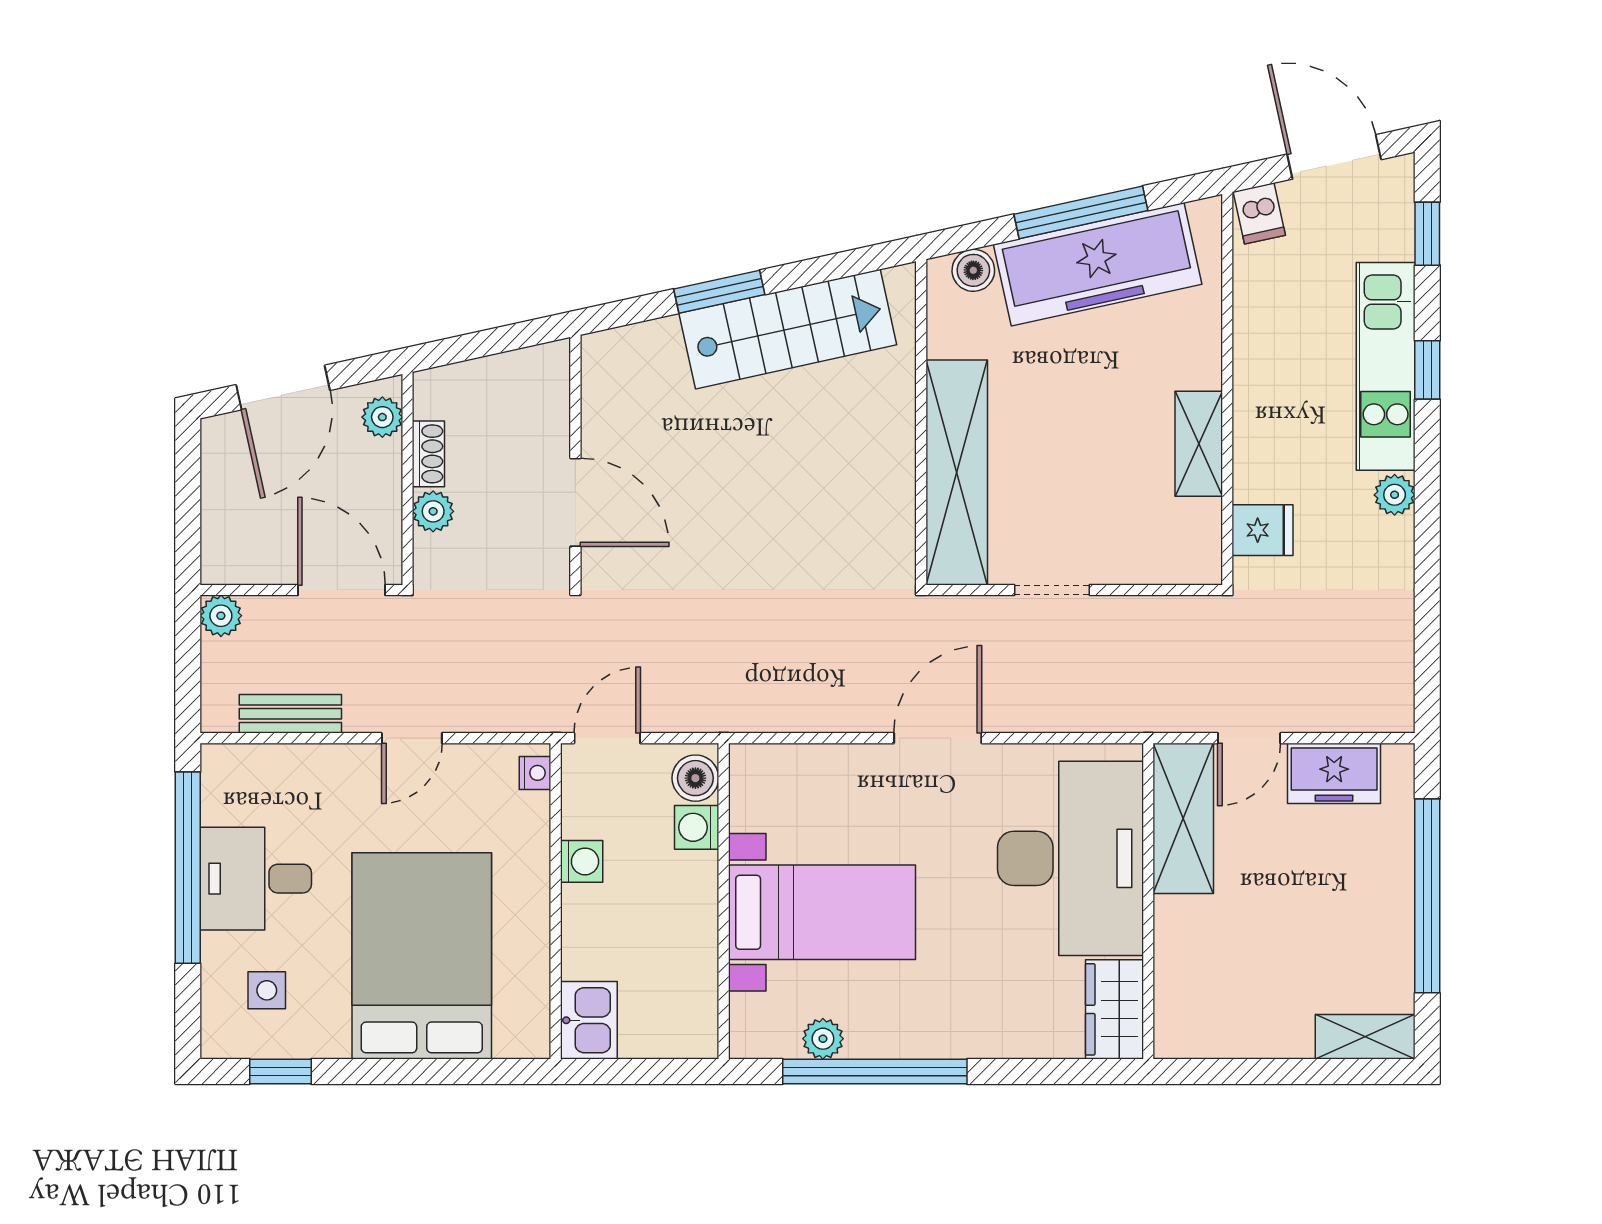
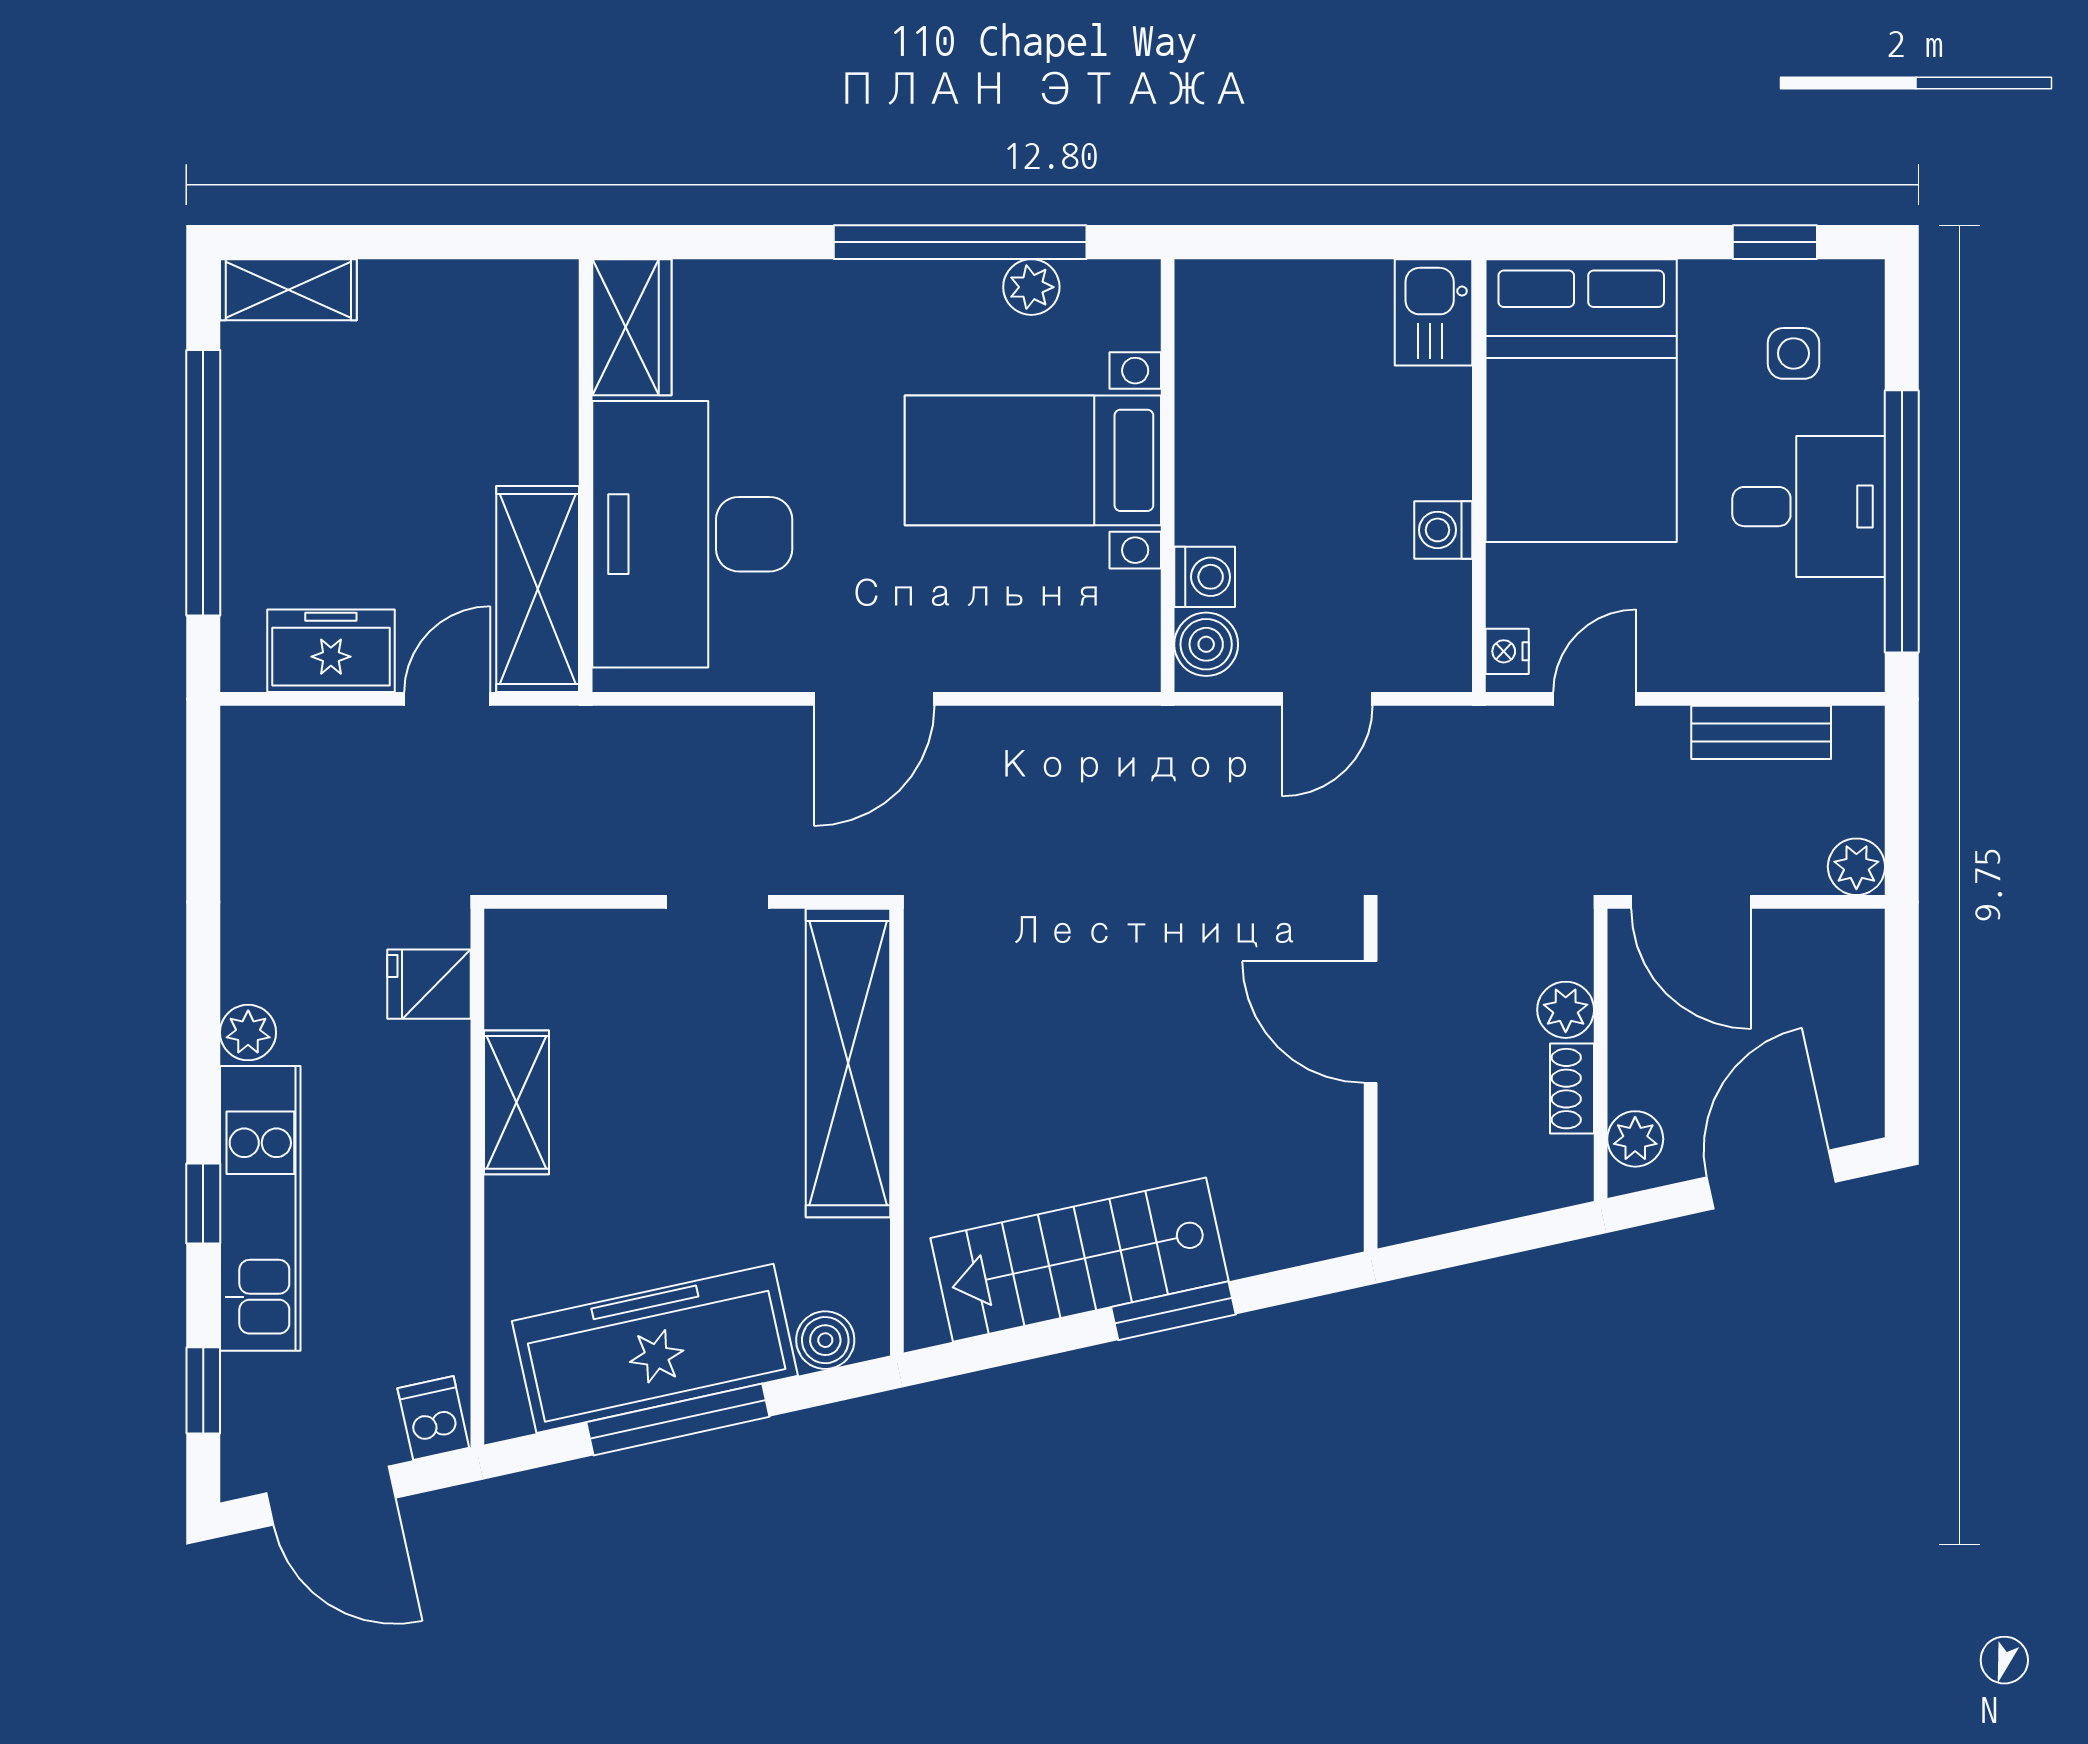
nightstand: (535, 773) -> (1507, 651), moved
washing machine: (582, 861) -> (1443, 530), moved
wall: (556, 901) -> (1479, 476), moved
kitchen sink: (589, 1020) -> (1433, 312), moved

